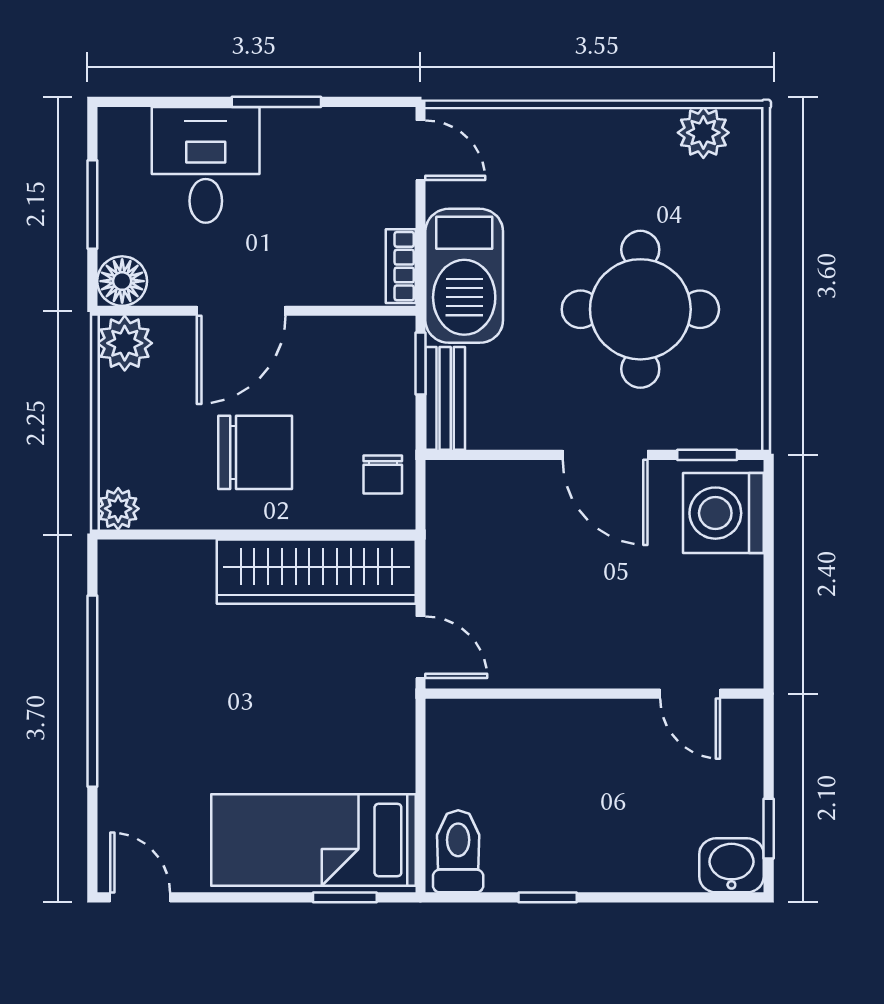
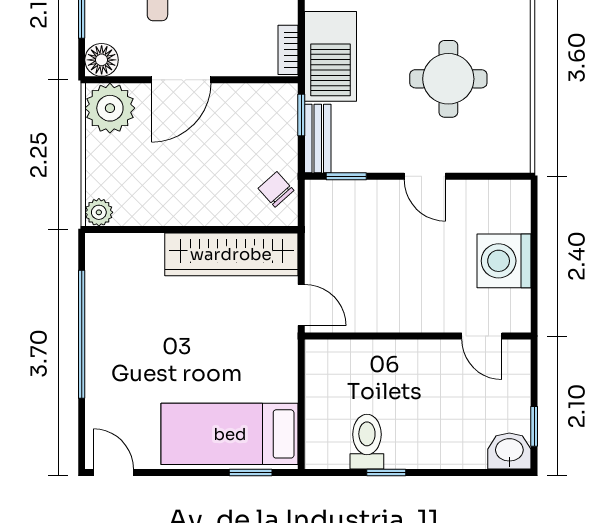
round table: (640, 309) -> (448, 79), width x0.73, depth x0.73
plant: (125, 343) -> (110, 108), width x1.36, depth x1.36
chair: (255, 452) -> (191, 175), removed
door: (605, 455) -> (425, 176), width x0.73
window: (707, 455) -> (346, 176), moved
chair: (383, 475) -> (276, 189), turned 138
washing machine: (723, 513) -> (504, 261), moved
toilet: (458, 851) -> (367, 442), moved

